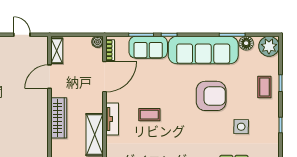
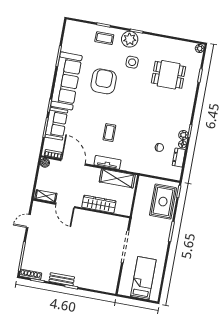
floor lamp: (246, 43) -> (67, 46), removed
plant: (269, 46) -> (130, 39), moved

